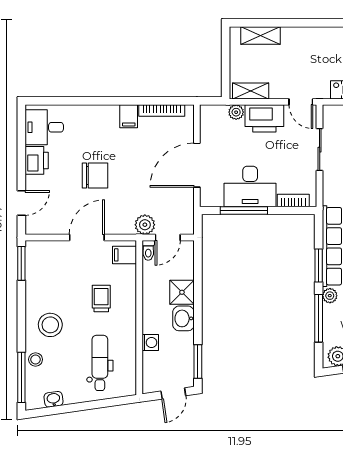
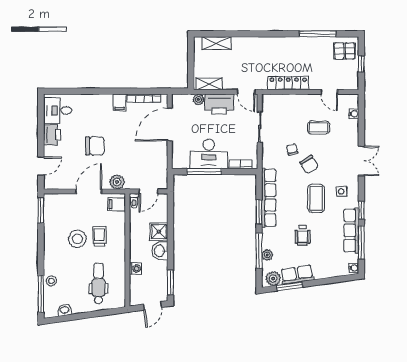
door: (197, 165) -> (170, 125), moved
plant: (145, 225) -> (117, 182), moved
plant: (330, 296) -> (267, 255), moved
stool: (50, 325) -> (77, 239), moved

